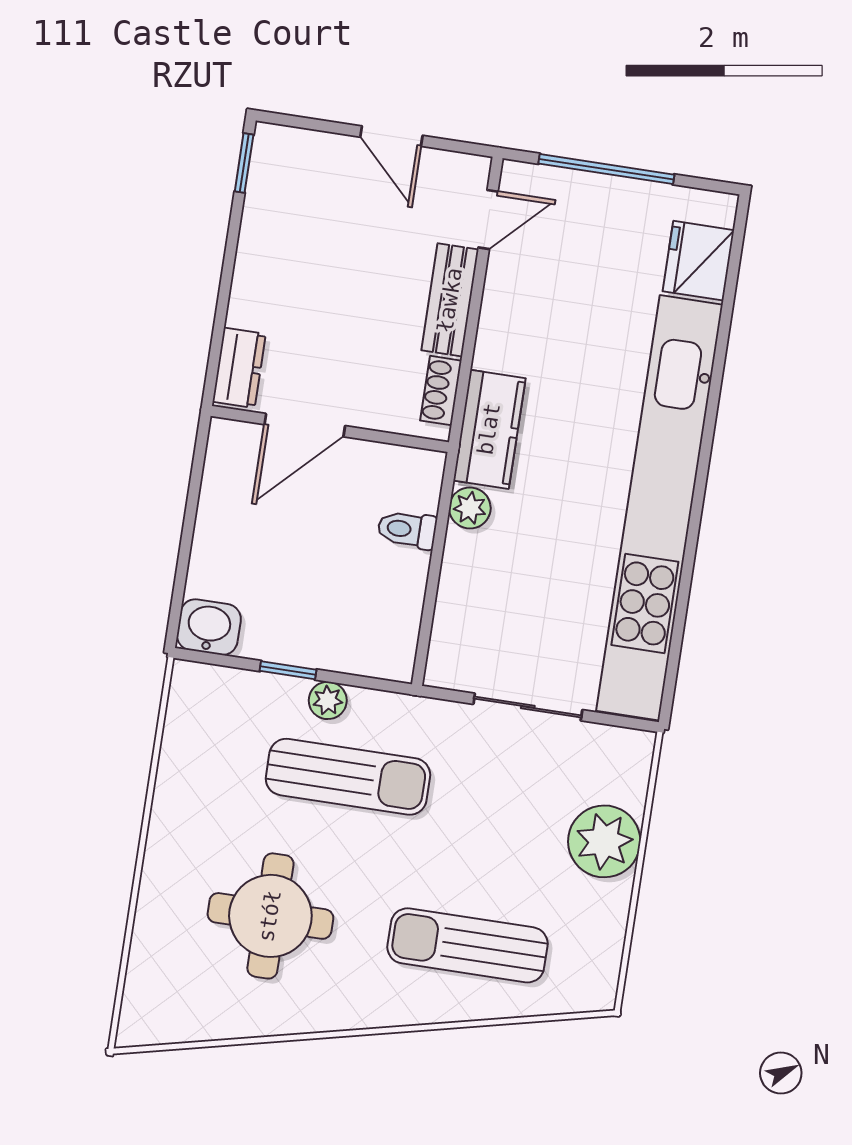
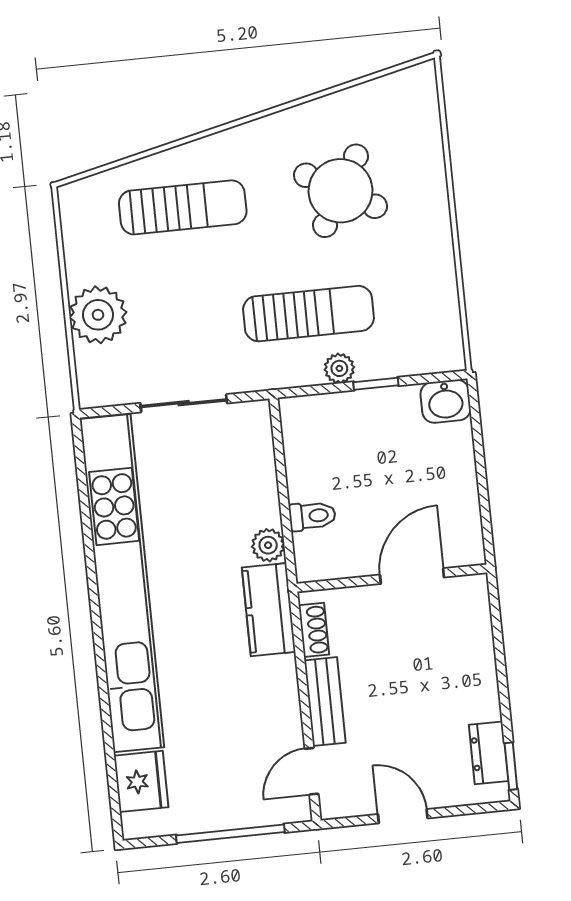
dresser: (239, 368) -> (489, 753), moved
sun lounger: (348, 777) -> (308, 314), turned 180
round table: (270, 916) -> (340, 191), turned 30

